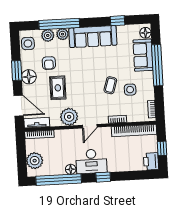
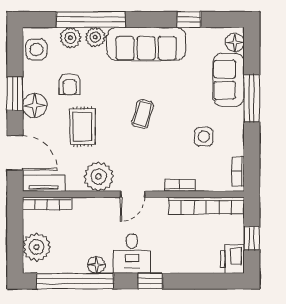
window: (157, 65) -> (252, 98), width x0.68
coffee table: (110, 85) -> (143, 114), moved
desk: (91, 161) -> (132, 253), width x0.73

